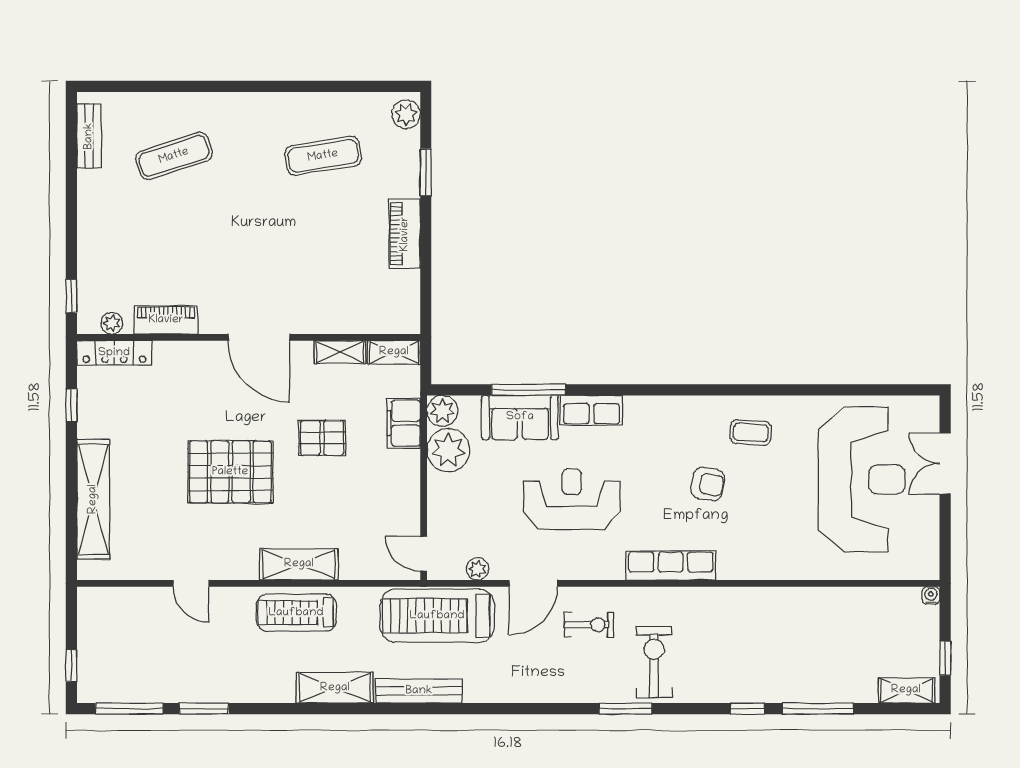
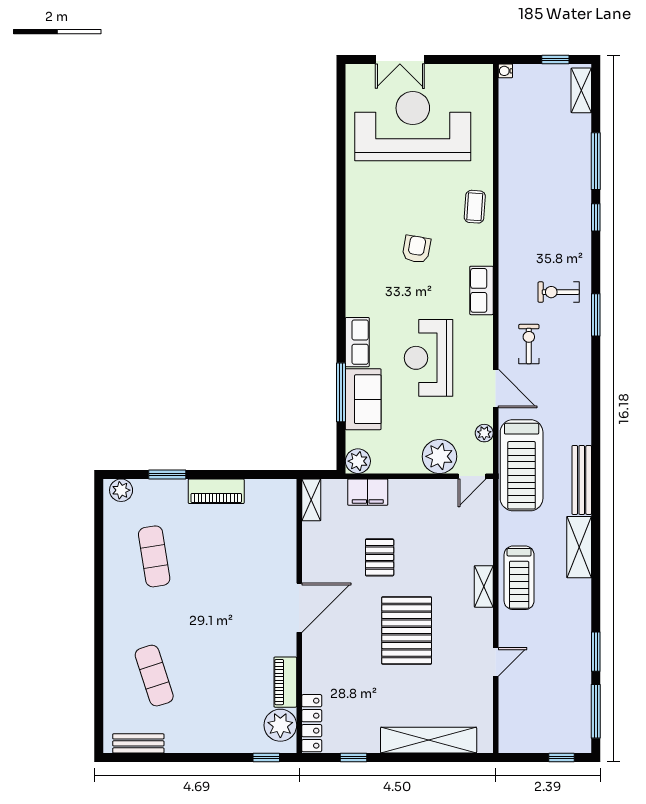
plant: (112, 323) -> (280, 725), width x1.88, depth x1.88
shelving: (340, 352) -> (311, 543), removed
coffee table: (751, 433) -> (475, 207), moved
plant: (448, 450) -> (439, 456), moved
shelving: (299, 564) -> (484, 586), width x0.67, depth x0.75
row of seats: (671, 565) -> (481, 290), width x0.68
exercise bike: (654, 662) -> (559, 292), width x0.73, depth x0.72

